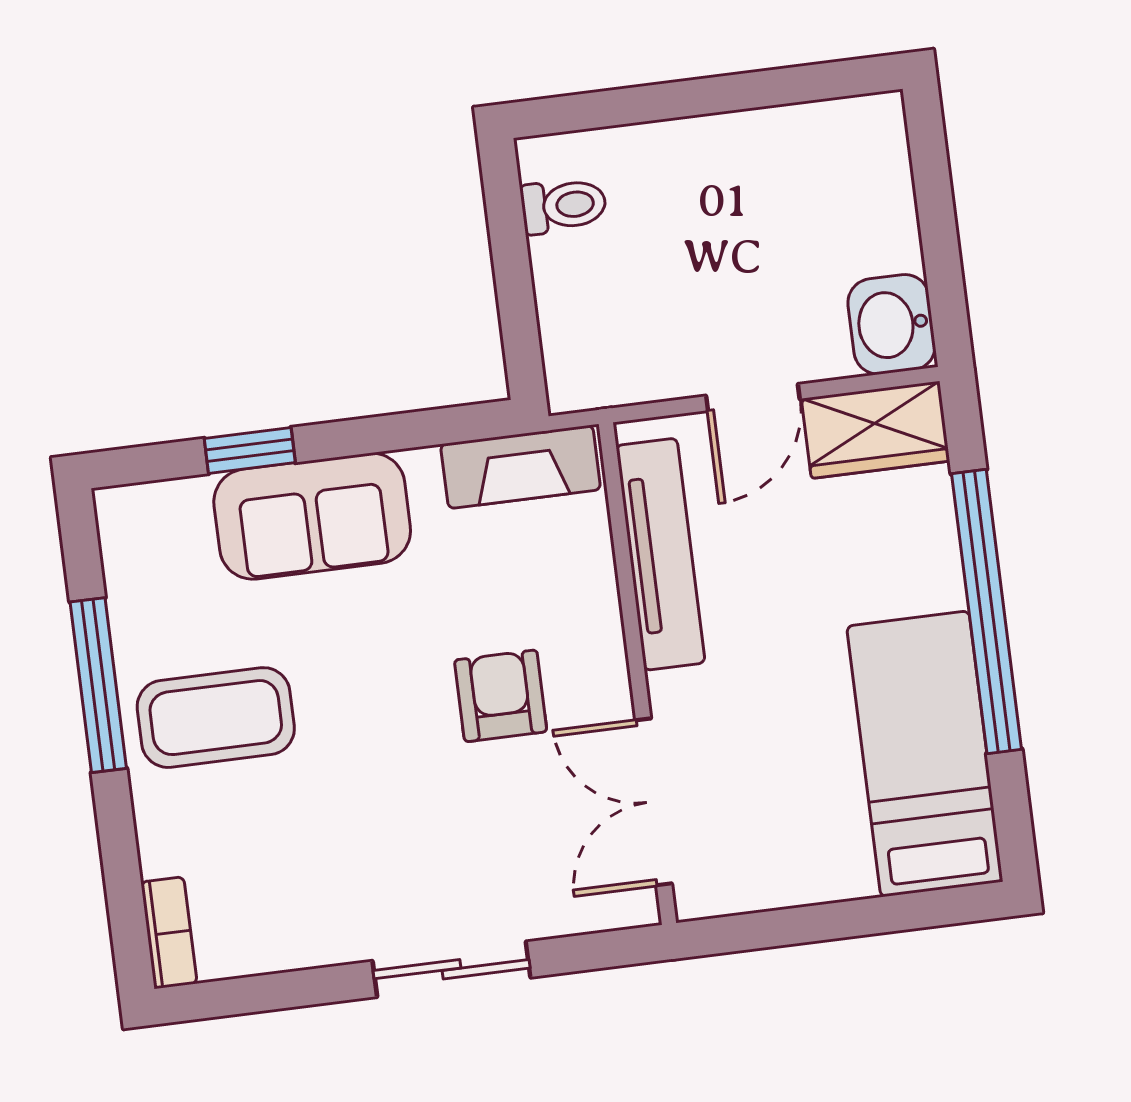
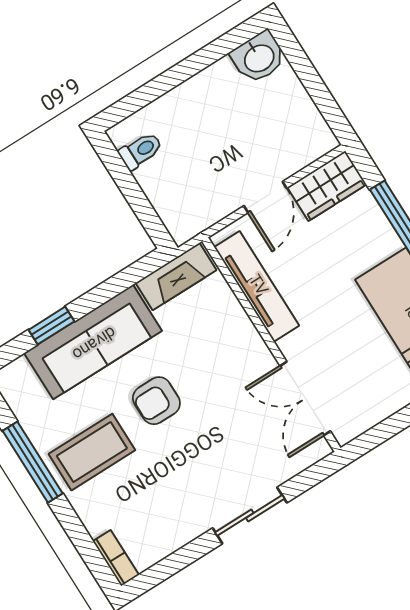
washbasin: (892, 324) -> (259, 57), moved, turned -90
sofa: (312, 516) -> (93, 342), width x1.36
armchair: (501, 696) -> (156, 401), moved, turned -90

